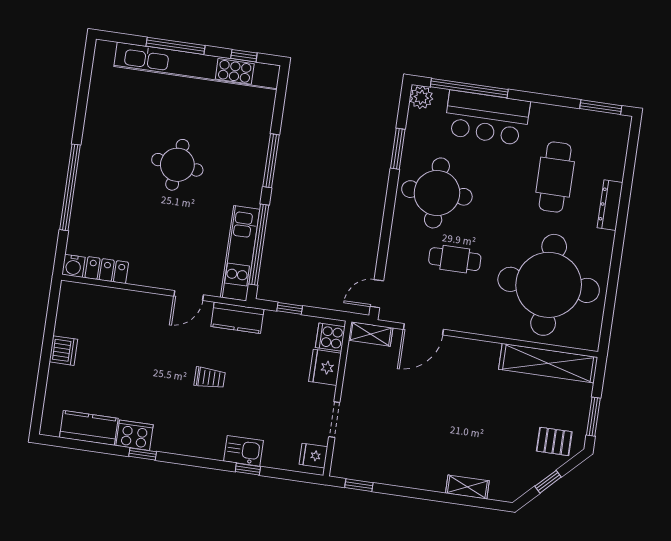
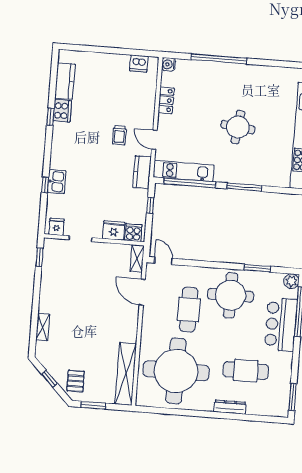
cafe table: (455, 259) -> (189, 309), width x1.37, depth x1.35
locker: (107, 270) -> (166, 100), moved
dishwasher: (63, 351) -> (139, 63), moved
trolley: (210, 378) -> (119, 135), moved

